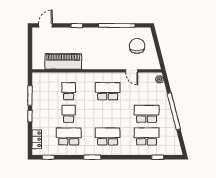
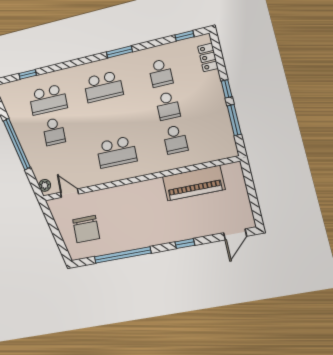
door: (132, 71) -> (70, 193), moved
school desk: (147, 114) -> (54, 132), width x0.54
school desk: (69, 136) -> (161, 73), width x0.54

